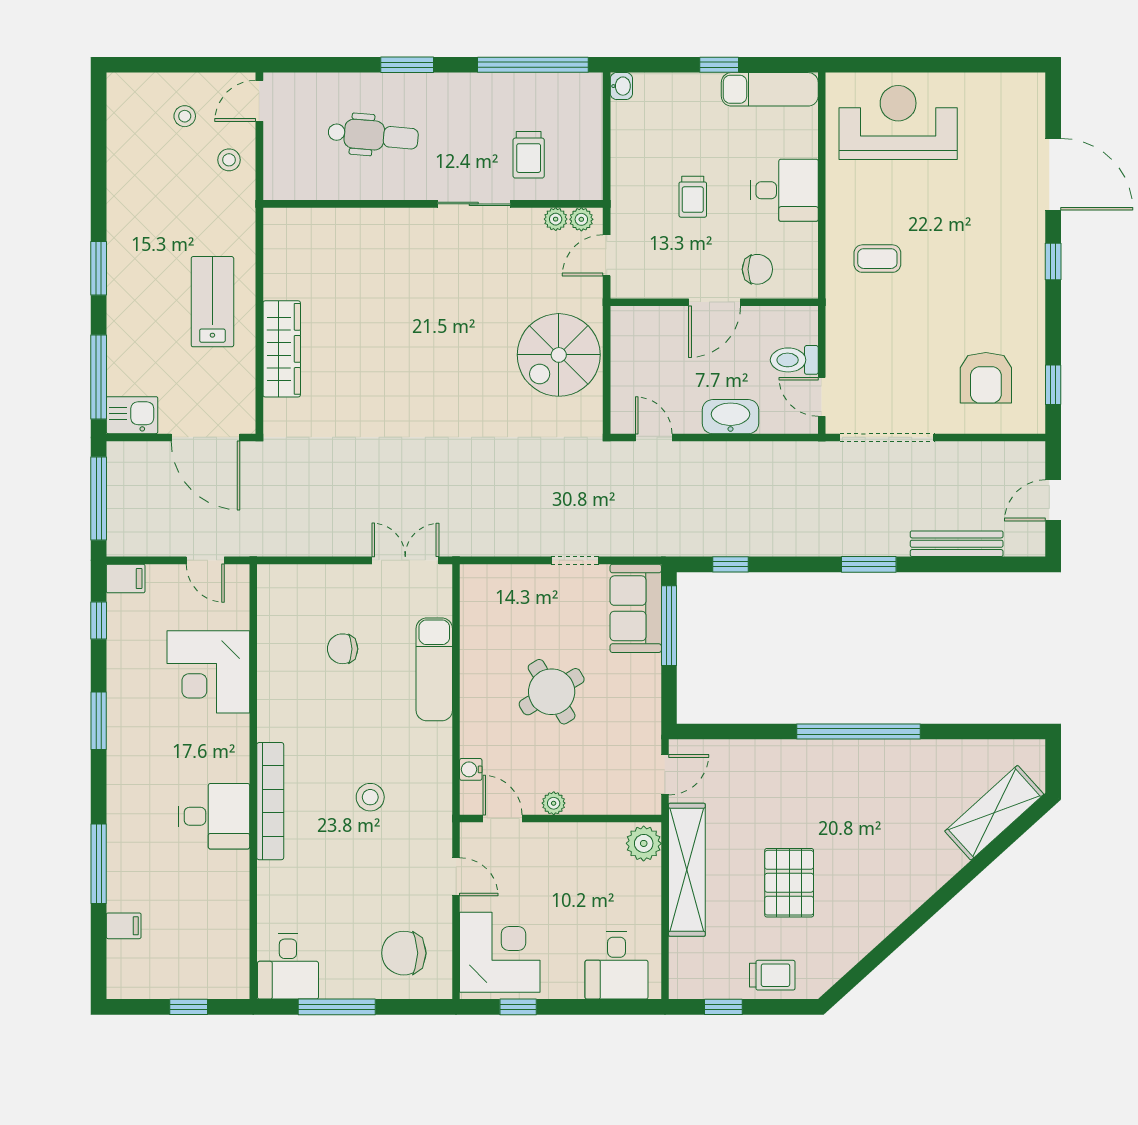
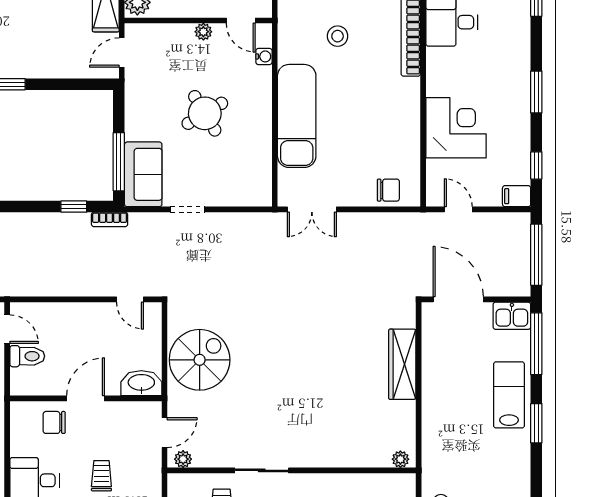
plant: (556, 219) -> (400, 459), moved
lab bench: (212, 302) -> (509, 395), moved, turned 180
washbasin: (730, 417) -> (141, 383), moved, turned 180
bookcase: (682, 547) -> (110, 219), added
chair: (343, 649) -> (388, 190), moved
exam couch: (434, 669) -> (297, 116), width x1.36, depth x1.45

